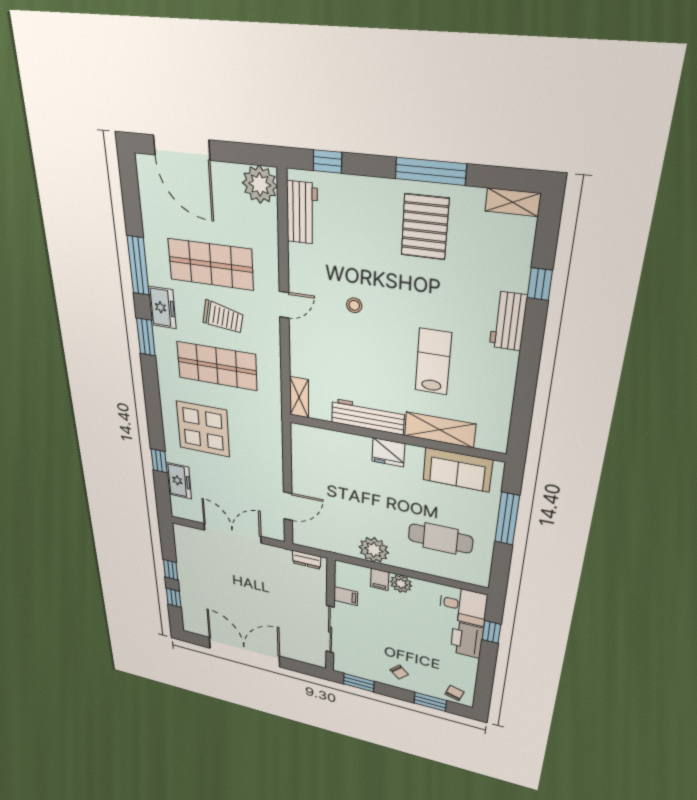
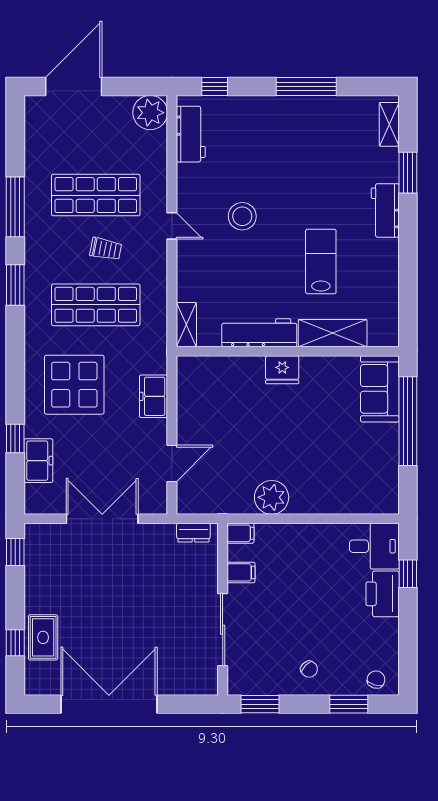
door: (182, 148) -> (74, 86), swing flipped
shelving: (513, 202) -> (389, 124), moved, turned 90
pallet: (425, 227) -> (304, 134), removed
window: (540, 284) -> (408, 173), width x1.50
door: (284, 305) -> (172, 226), hinge flipped
stool: (354, 305) -> (242, 216), width x1.89, depth x1.89
freezer: (162, 308) -> (154, 396), moved, turned 180
trolley: (223, 317) -> (106, 249), width x0.73, depth x0.72
sofa: (457, 470) -> (380, 389), moved, turned 90
window: (507, 519) -> (408, 421), width x1.46
cafe table: (440, 538) -> (343, 463), removed
window: (171, 570) -> (15, 552), moved
filing cabinet: (380, 579) -> (240, 533), moved, turned -90
plant: (401, 584) -> (304, 536), removed
rug: (193, 600) -> (43, 637), added

